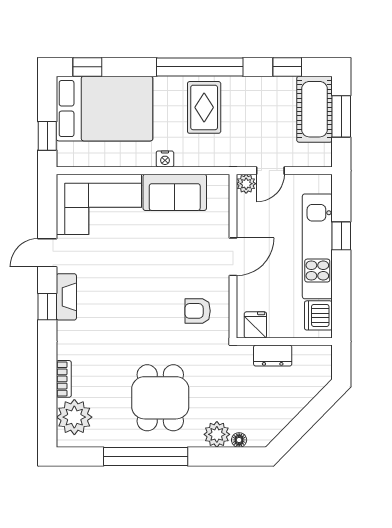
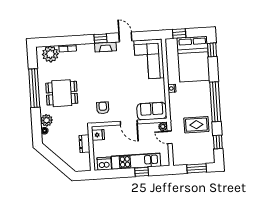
rug: (204, 107) -> (196, 125), moved
cot: (314, 109) -> (199, 156), removed
sofa: (175, 192) -> (152, 111), moved, turned 90

